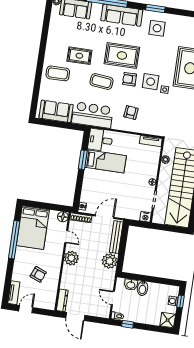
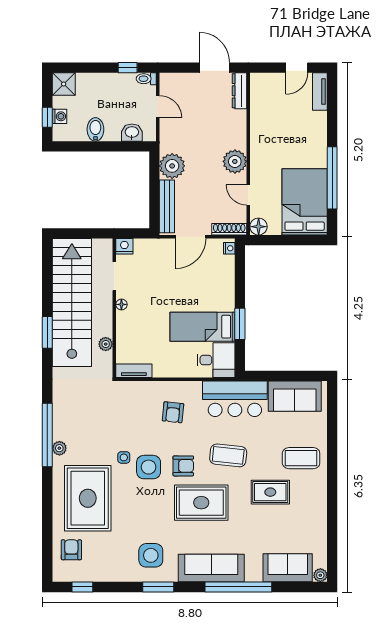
armchair: (38, 274) -> (285, 127), removed
bidet: (143, 288) -> (95, 129), moved

